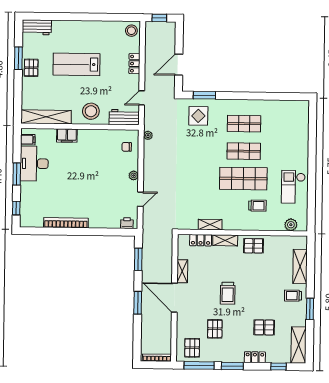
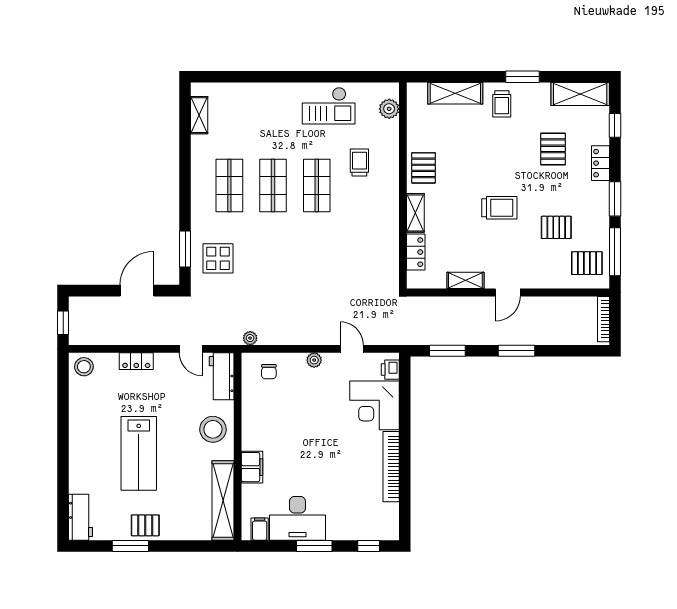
door: (179, 65) -> (137, 291), swing flipped
shop shelf: (243, 179) -> (317, 186), width x0.70, depth x0.74
corner desk: (105, 213) -> (375, 405), added
shelving: (210, 225) -> (199, 115), moved
door: (174, 298) -> (508, 293), width x0.53

